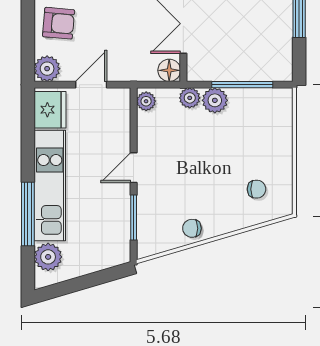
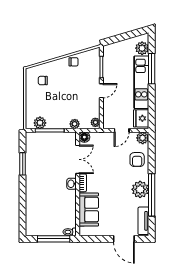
armchair: (59, 23) -> (137, 160), turned -95
plant: (215, 100) -> (40, 123), moved

